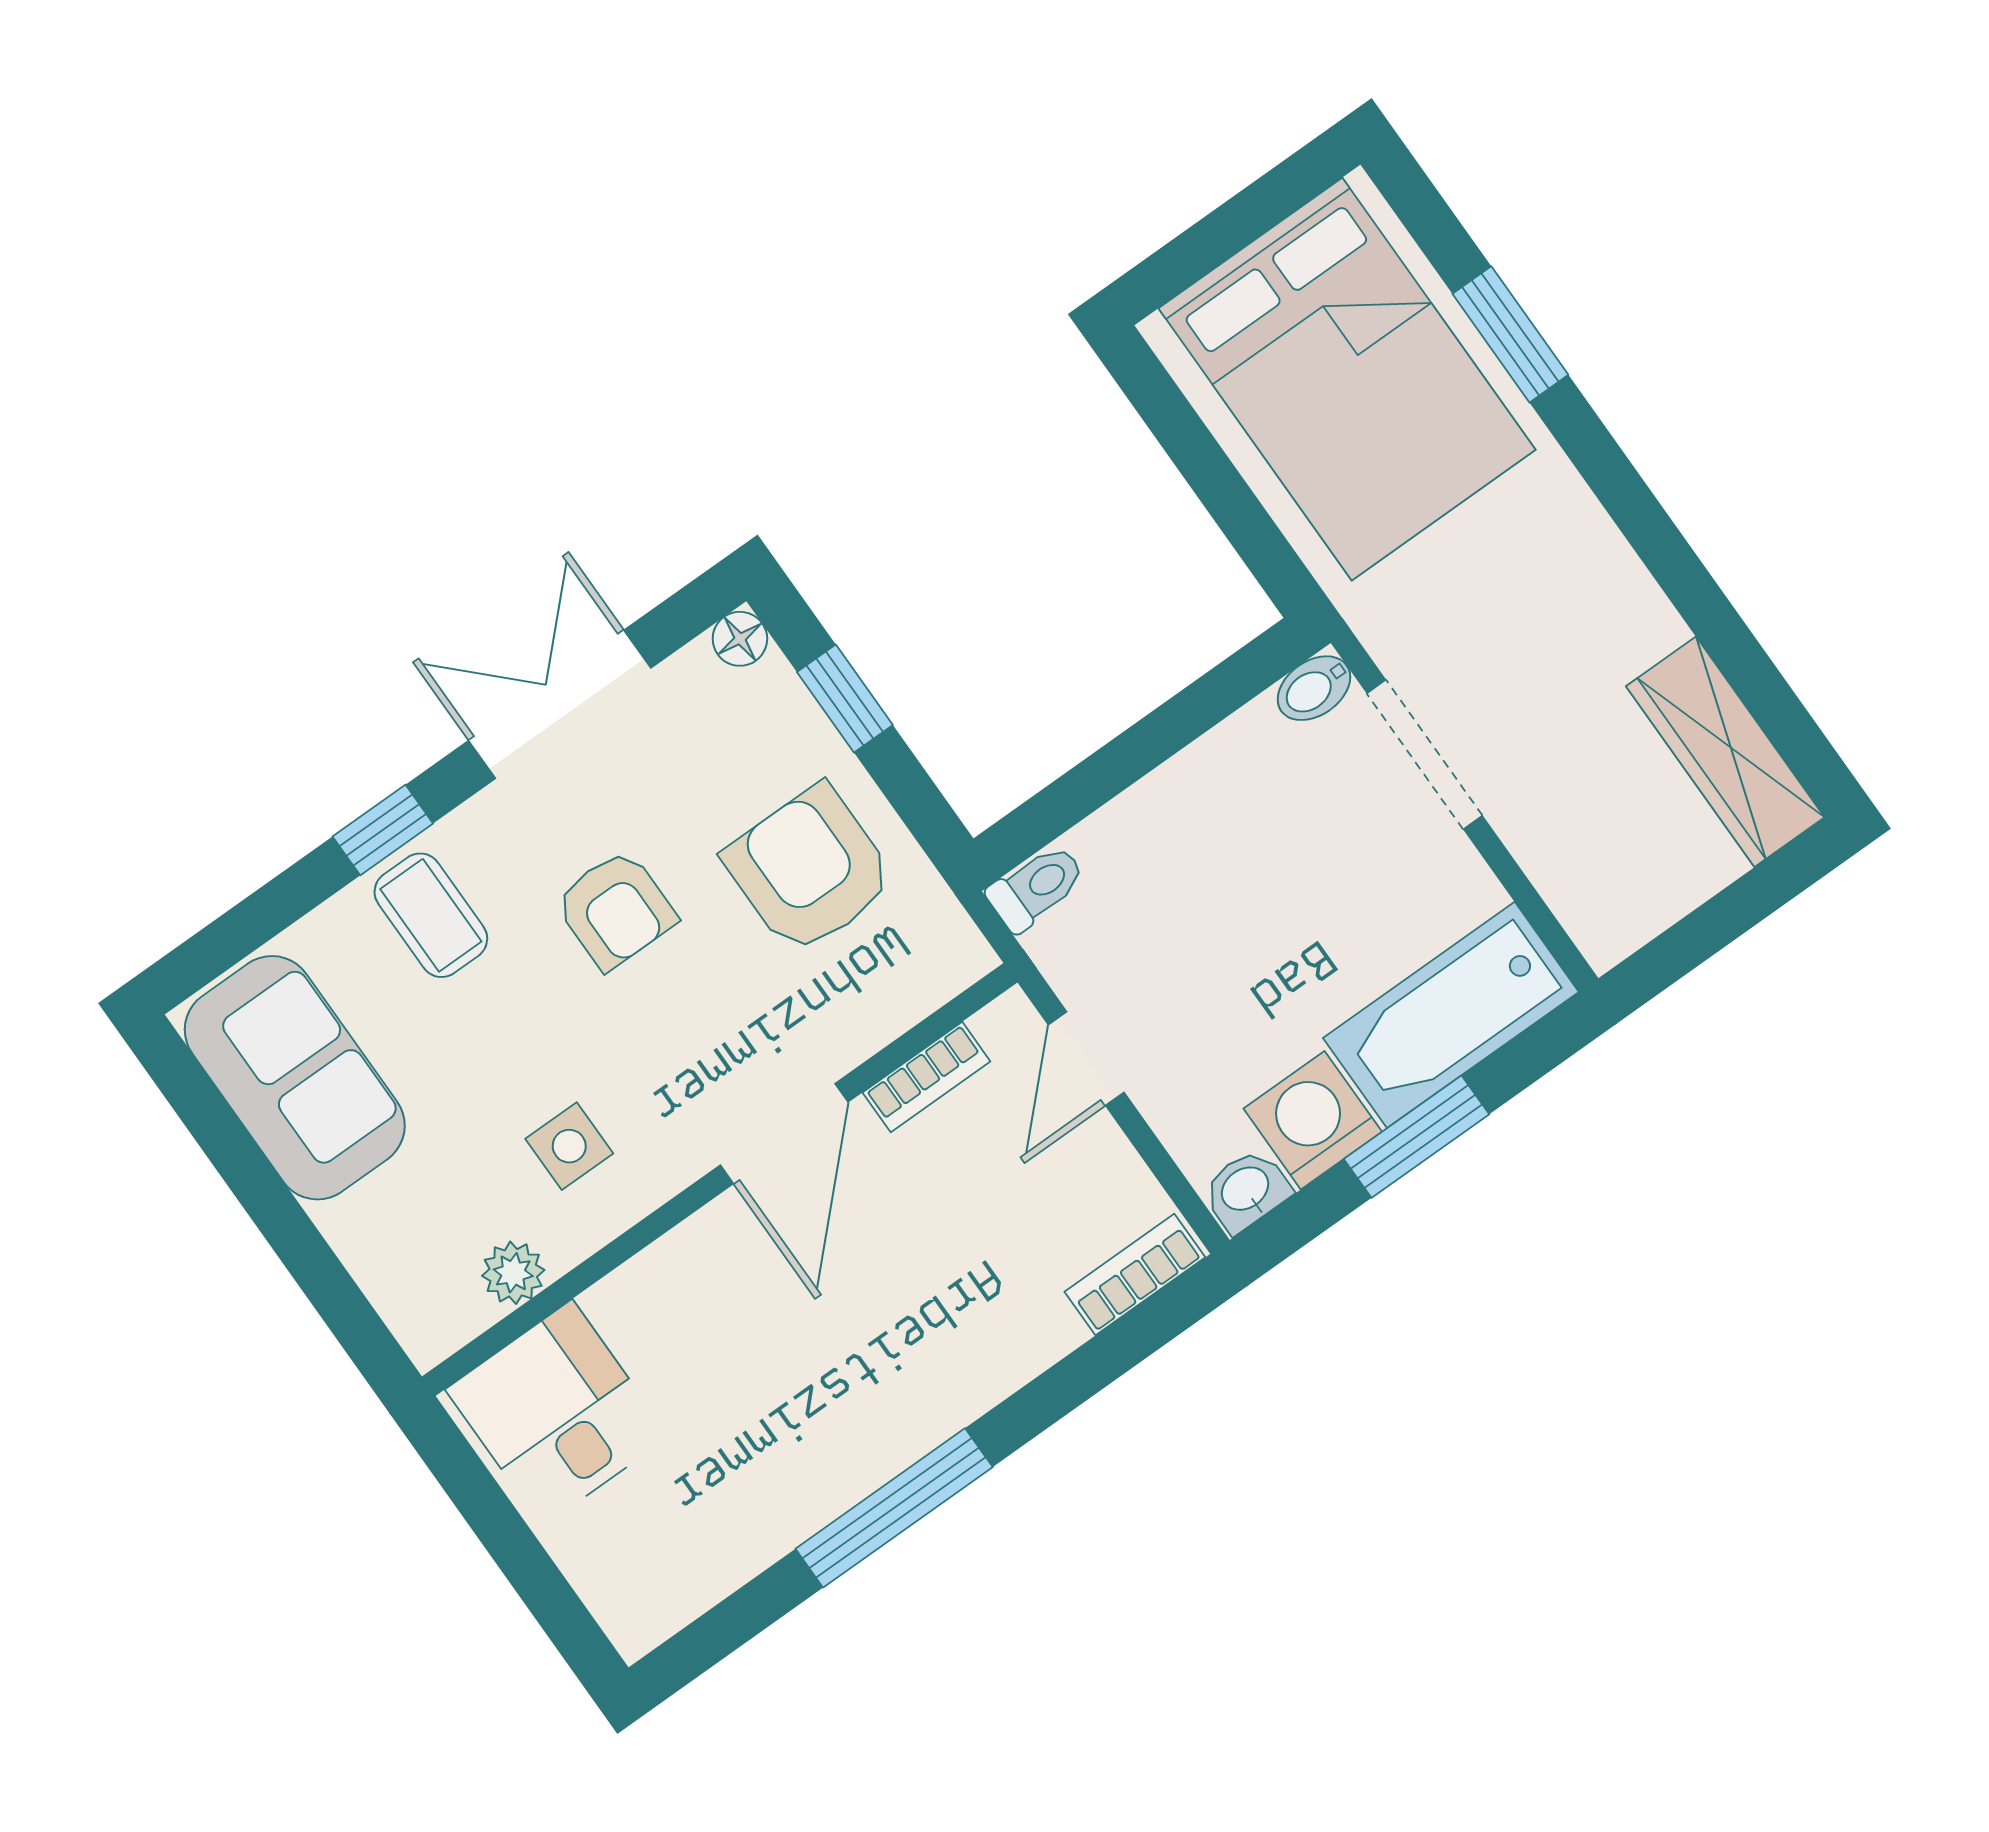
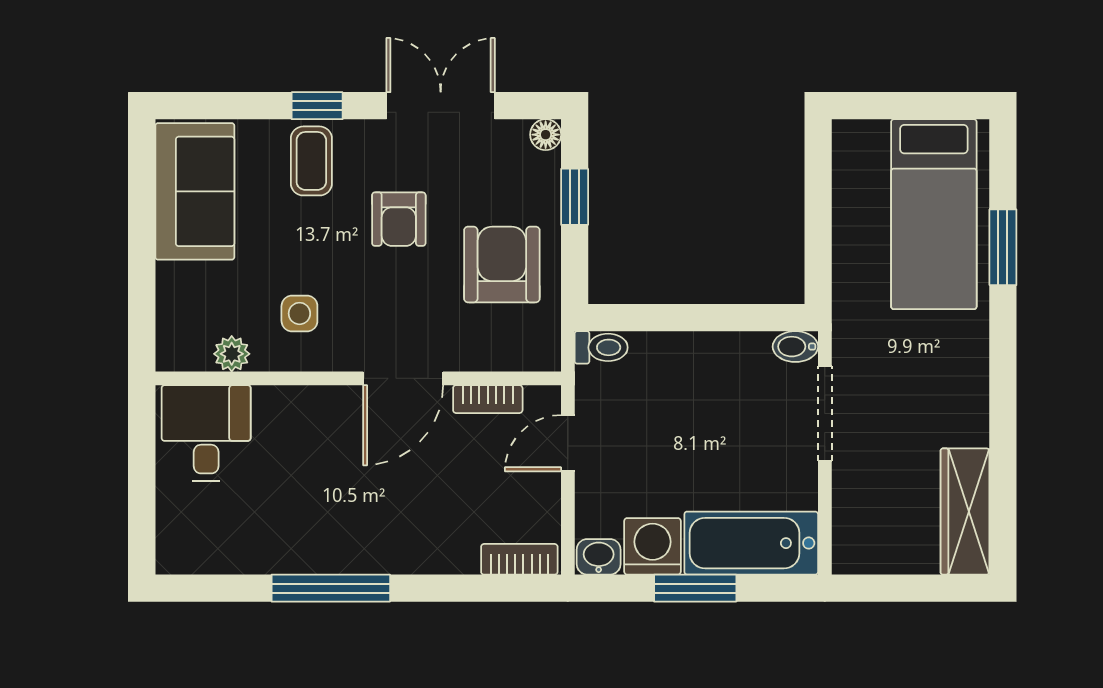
bed: (1347, 379) -> (934, 214), width x0.67

